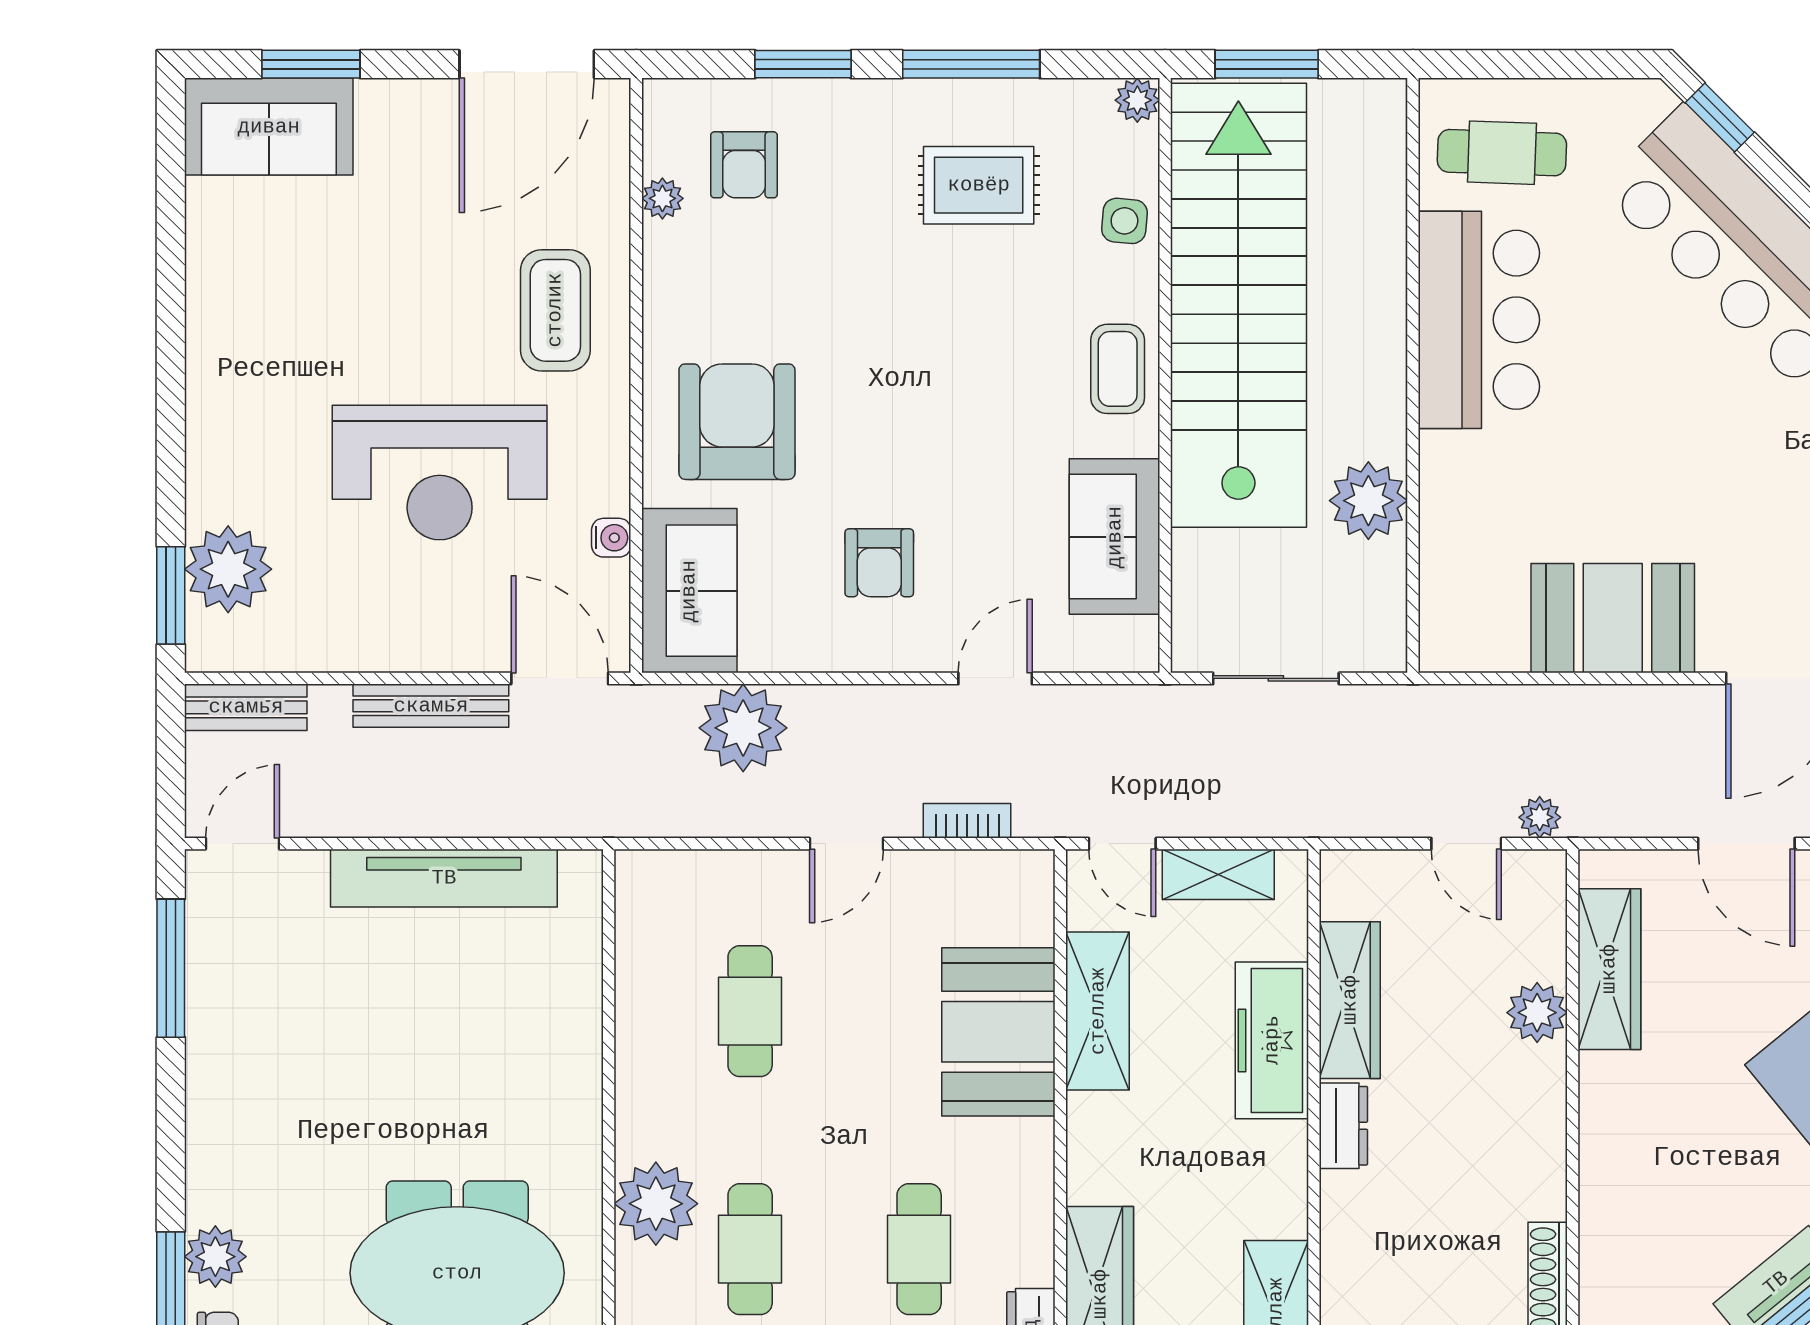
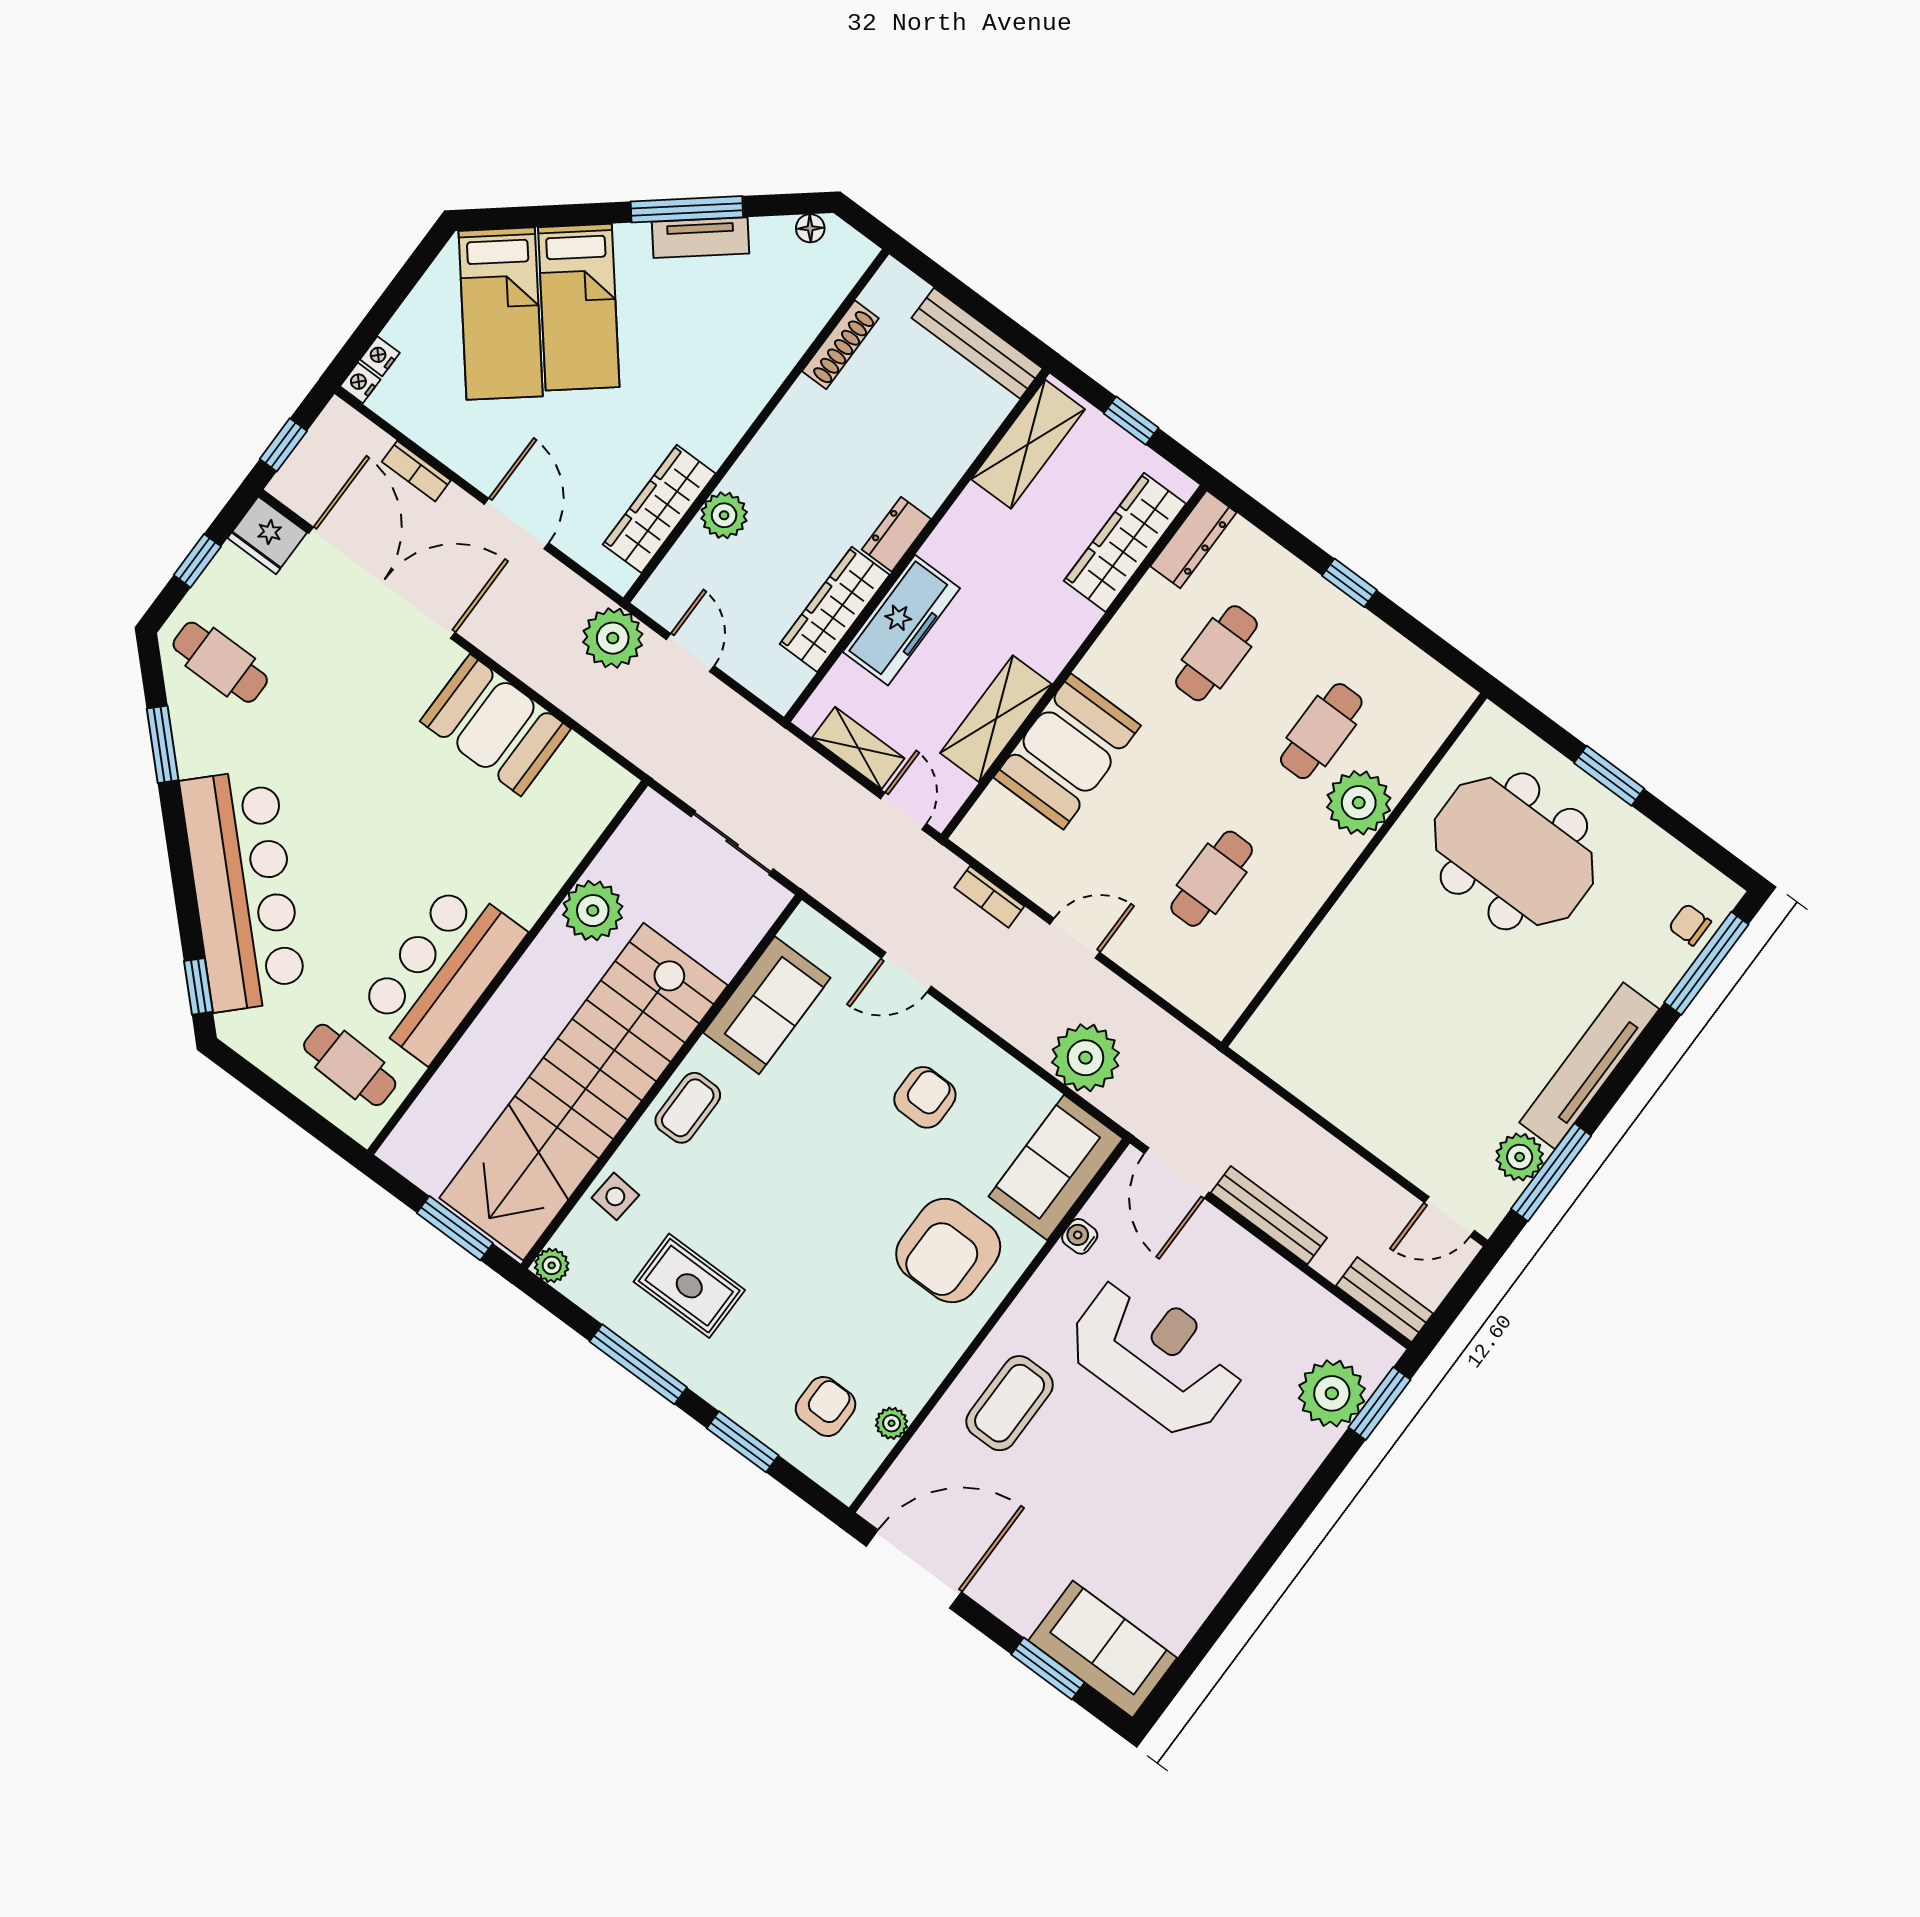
plant: (1540, 817) -> (613, 638), width x1.88, depth x1.88
tv unit: (444, 878) -> (1589, 1066), moved, turned -90
plant: (215, 1257) -> (1520, 1157), moved

